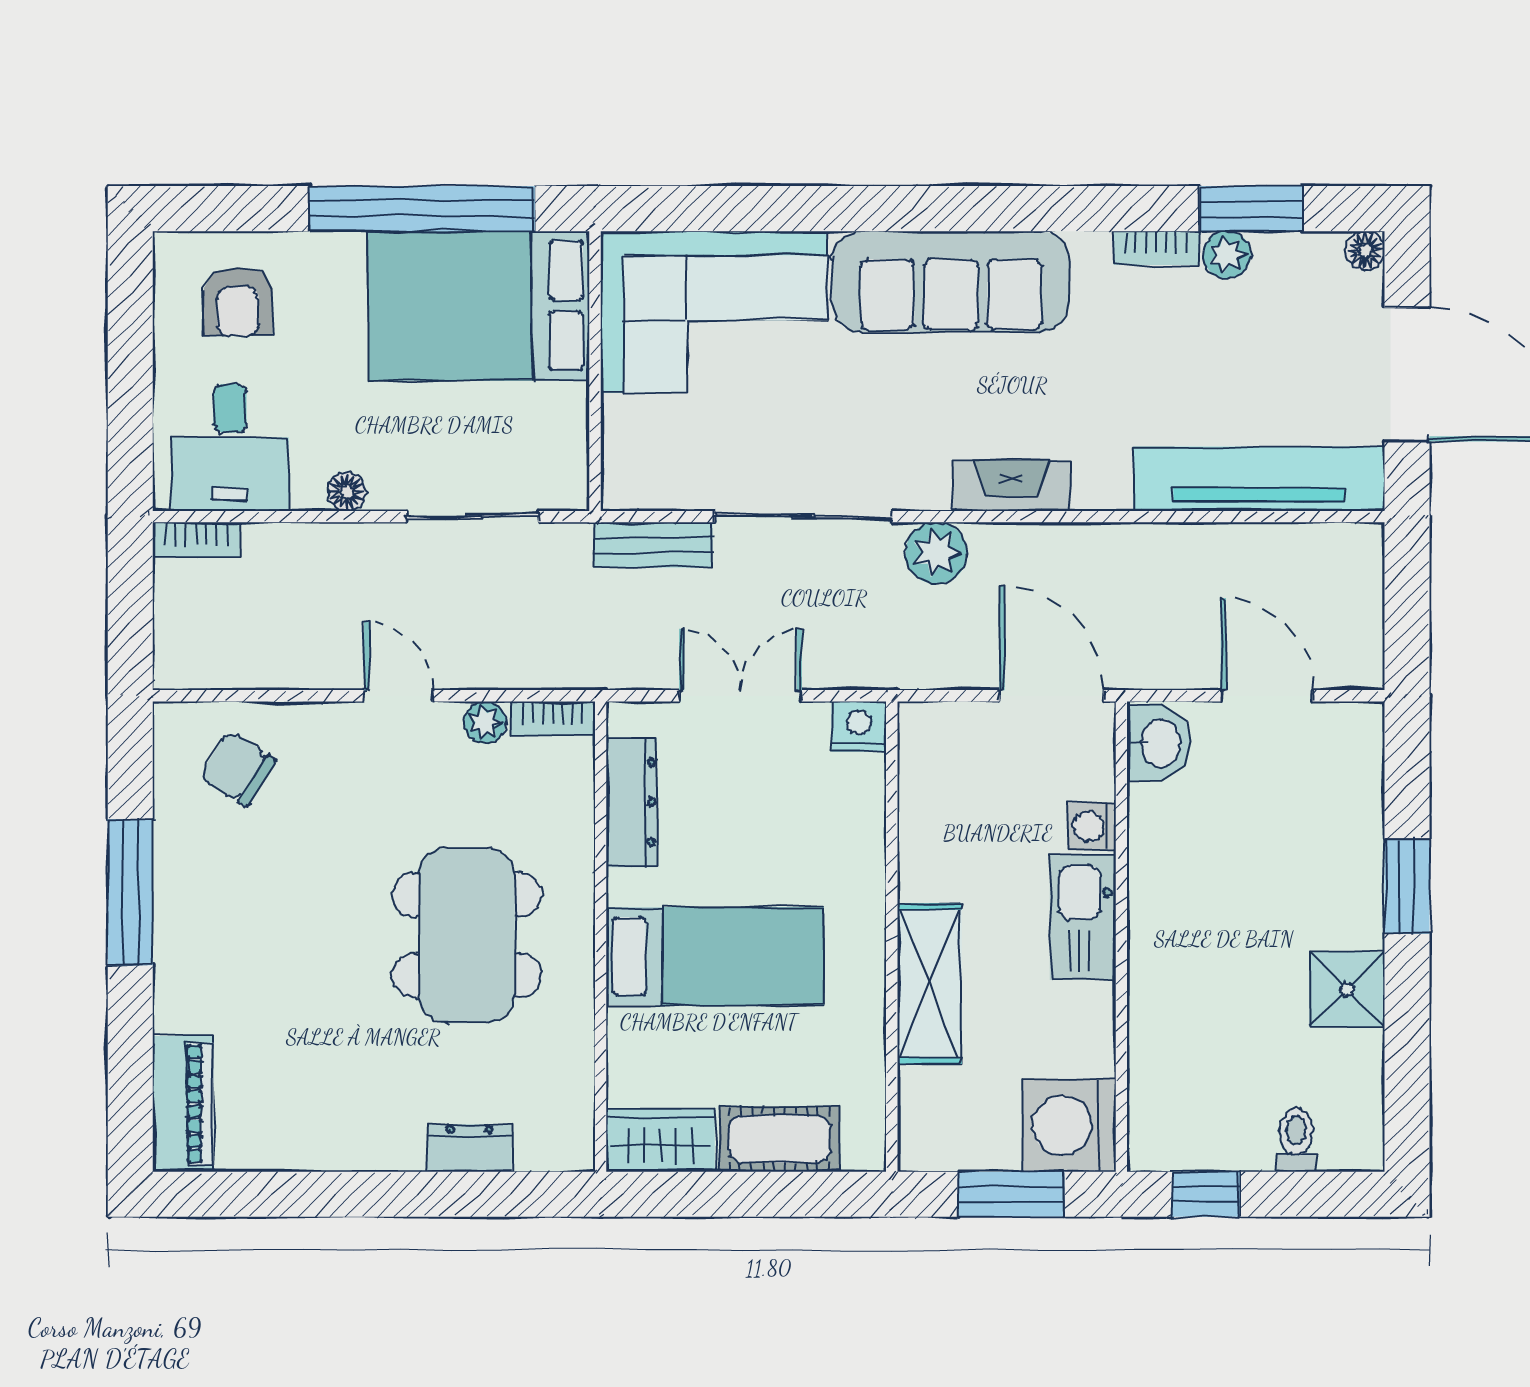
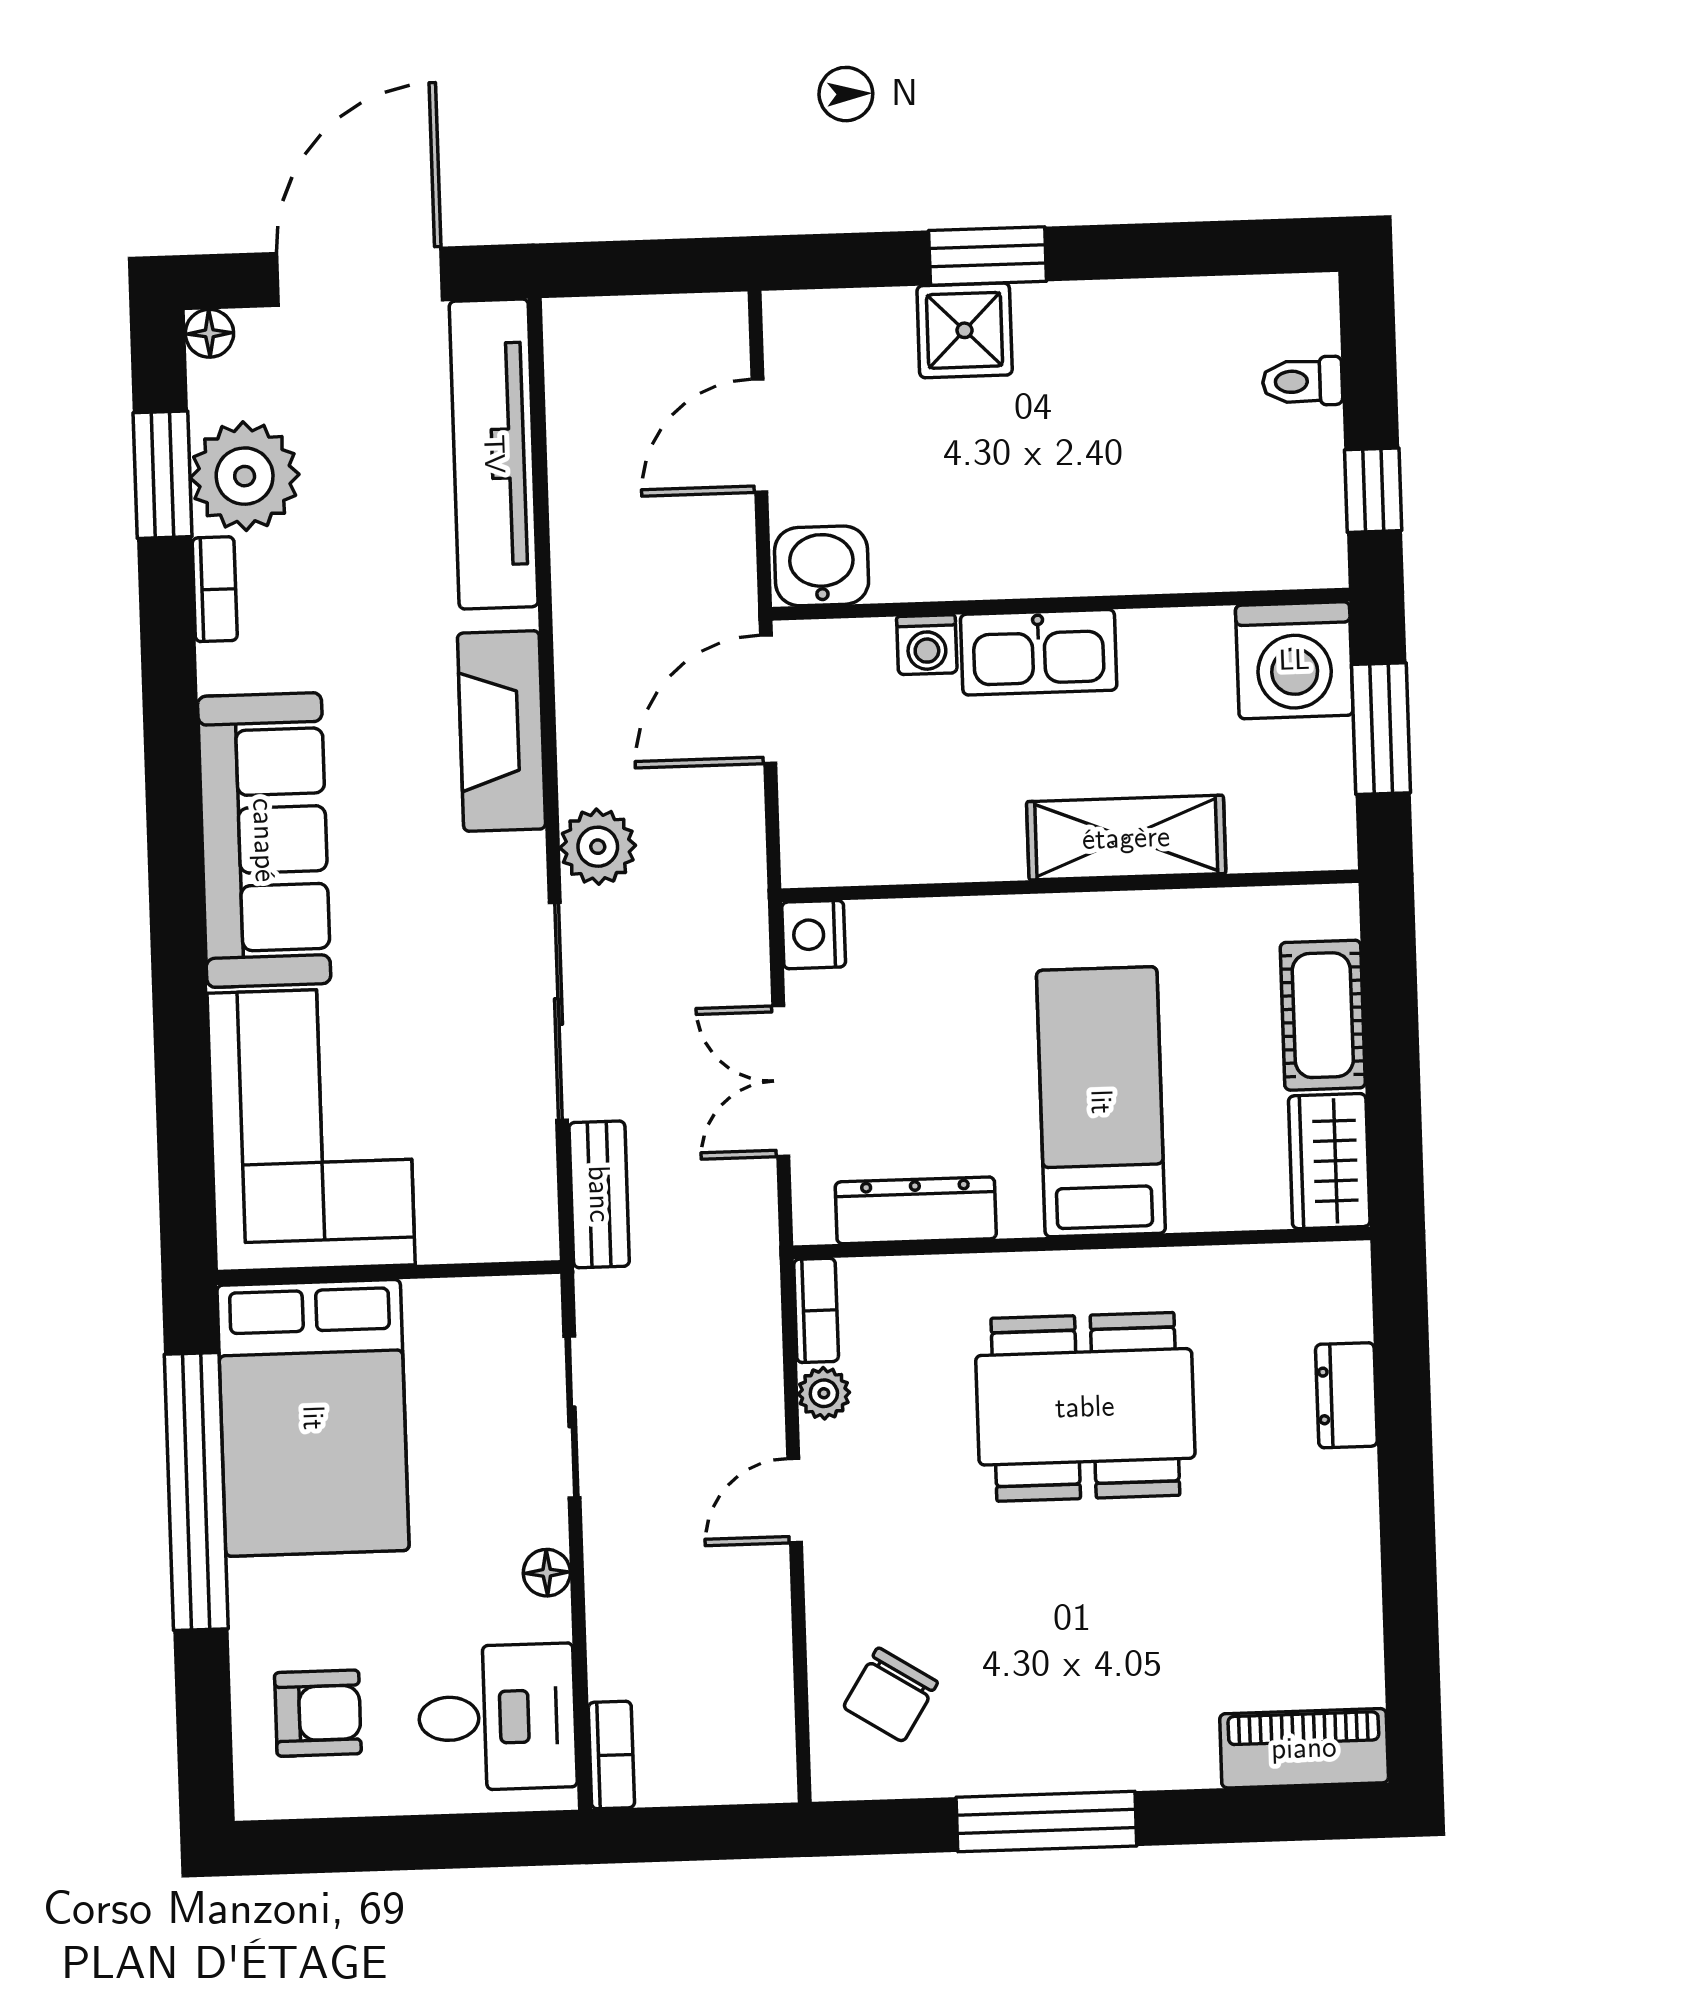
plant: (1227, 255) -> (245, 476), width x1.88, depth x1.88
fireplace: (1011, 486) -> (501, 731), width x1.37, depth x1.32
shower: (1347, 990) -> (965, 330), moved

